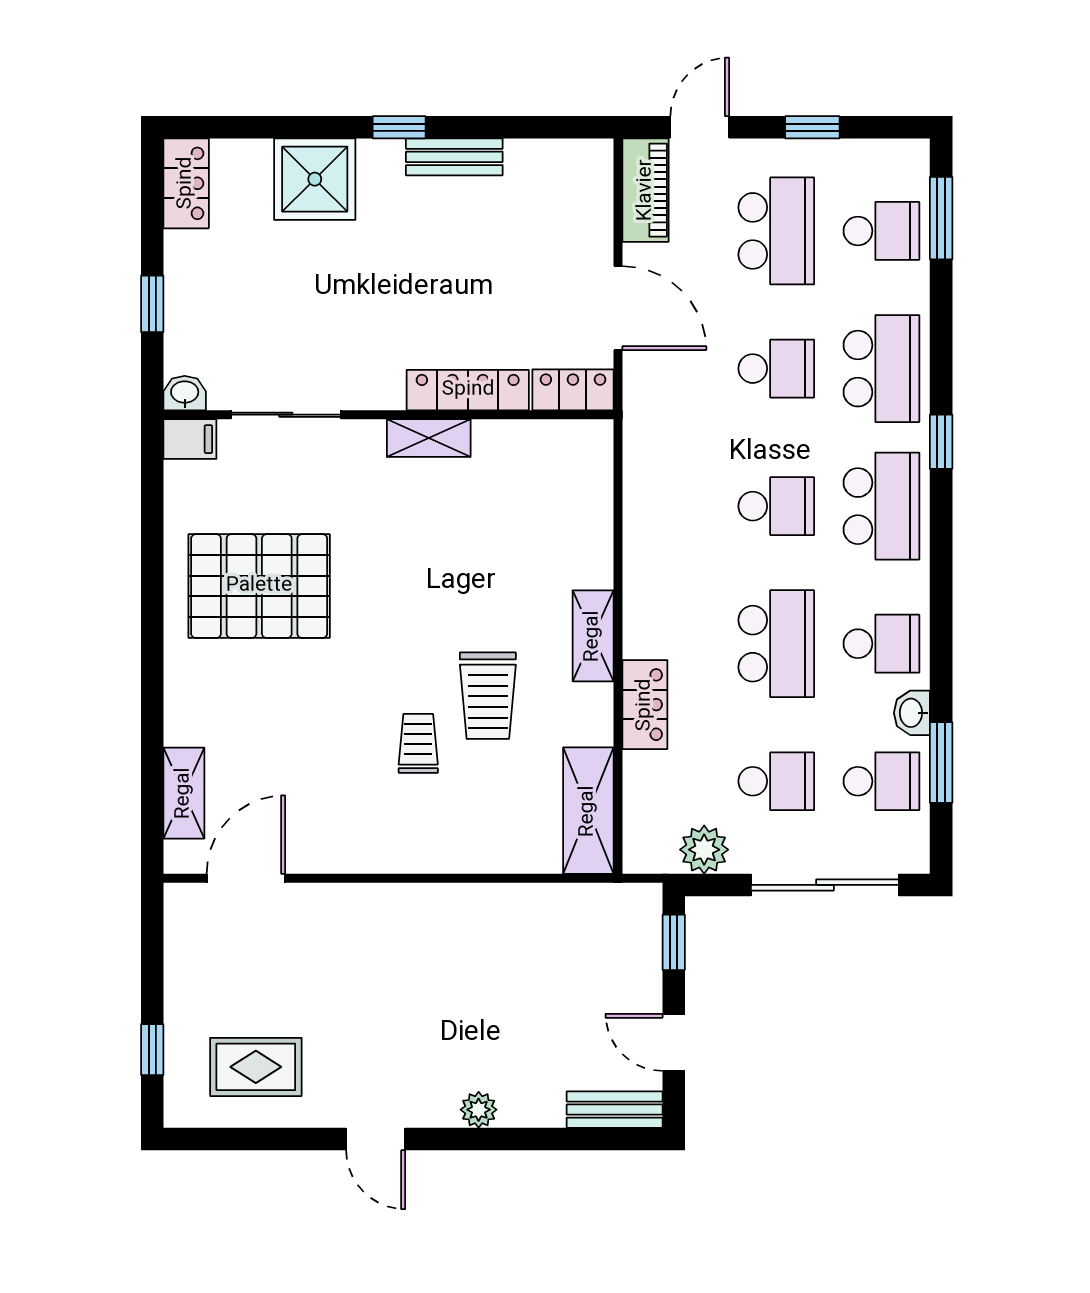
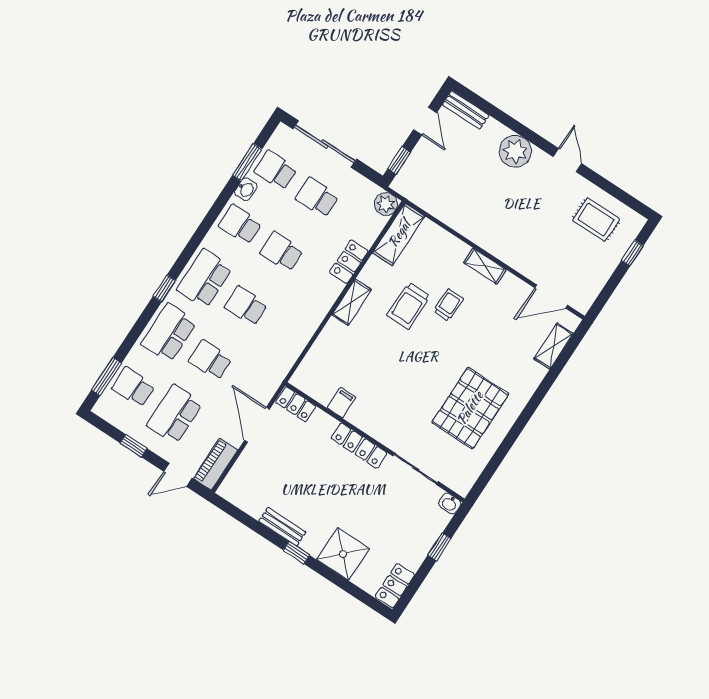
locker: (468, 390) -> (359, 446), moved
shelving: (429, 438) -> (485, 266), moved
filing cabinet: (190, 439) -> (341, 403), moved, turned 90
pallet: (259, 586) -> (470, 408), turned 90
school desk: (776, 644) -> (281, 252), width x0.54
trolley: (488, 696) -> (409, 306), turned 180
trolley: (418, 743) -> (448, 305), turned 180
plant: (704, 850) -> (386, 204), moved
plant: (479, 1110) -> (515, 151), width x1.88, depth x1.88

